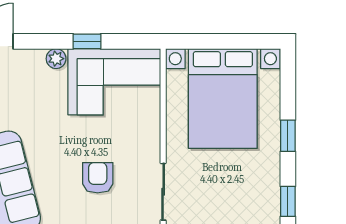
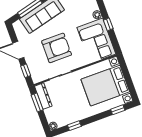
window: (288, 136) -> (118, 110), moved
armchair: (98, 178) -> (57, 48), width x1.88, depth x1.88

